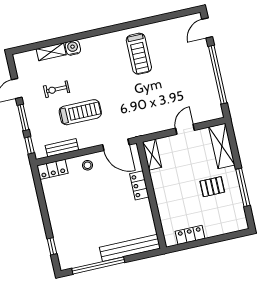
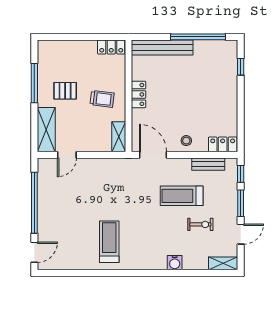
shelving: (51, 52) -> (223, 263), moved
door: (185, 129) -> (67, 155), moved
locker: (139, 185) -> (139, 94), moved
trolley: (176, 187) -> (102, 99), added
locker: (190, 235) -> (111, 47), moved

